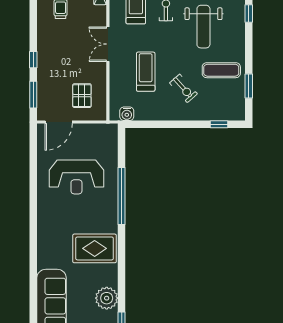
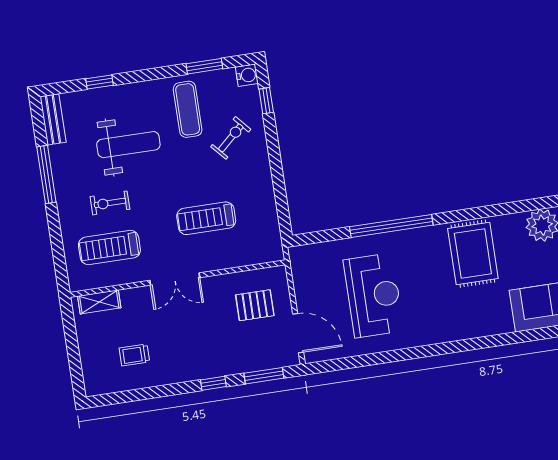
exercise bike: (183, 88) -> (231, 138), moved
water cooler: (127, 114) -> (247, 75), moved

